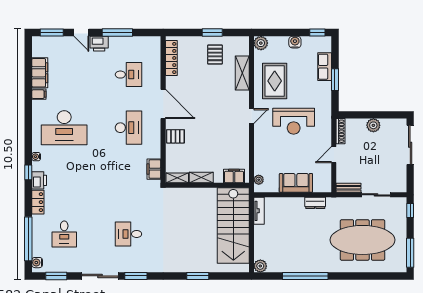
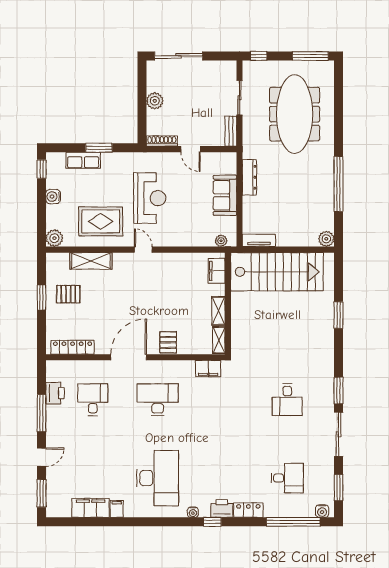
printer: (99, 44) -> (55, 393), moved
dresser: (315, 203) -> (249, 177), width x1.44

